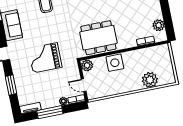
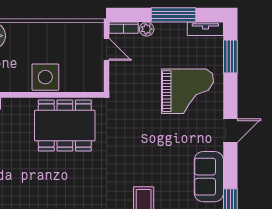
grand piano: (45, 58) -> (188, 91), moved
plant: (87, 65) -> (94, 82), removed
window: (11, 85) -> (230, 56), moved

